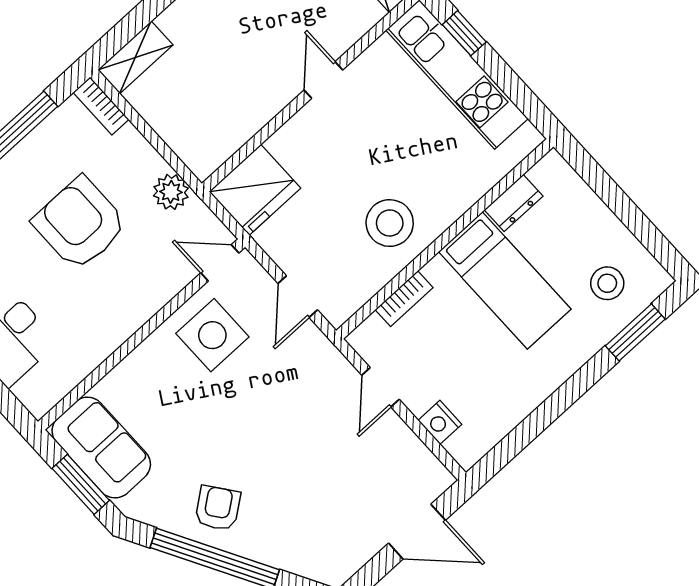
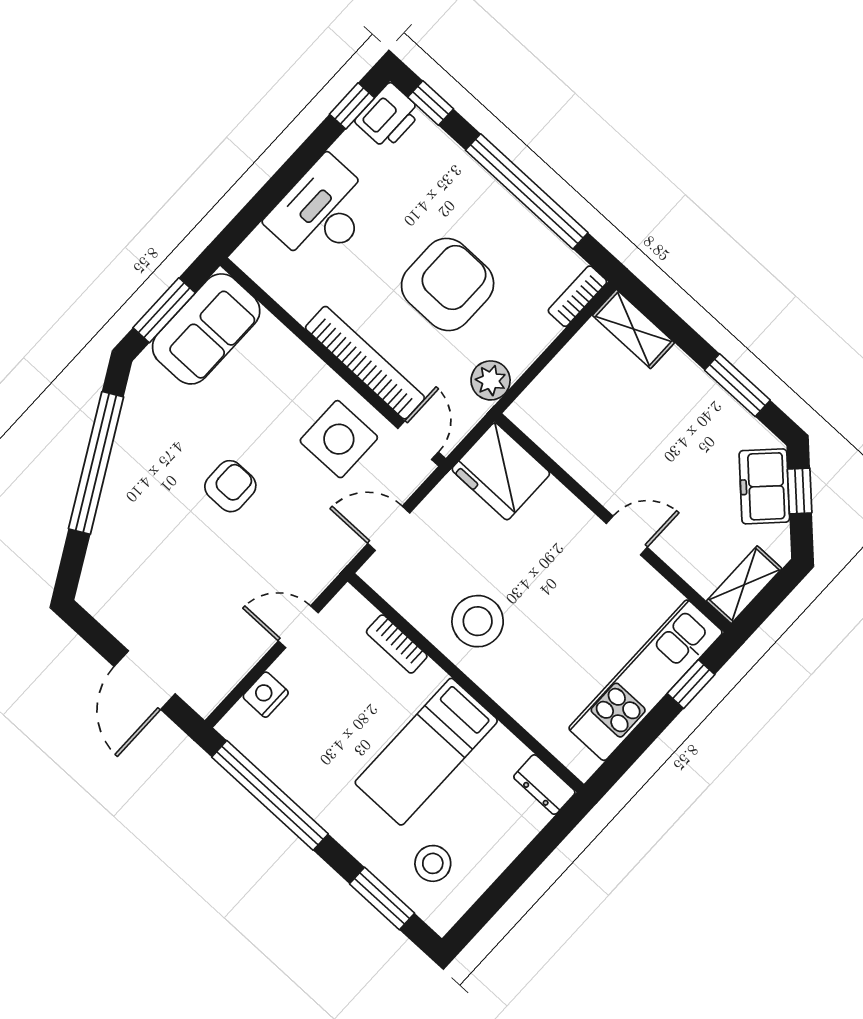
dresser: (514, 203) -> (544, 785), moved
bookcase: (145, 305) -> (365, 363), added
window: (532, 427) -> (270, 795), added
armchair: (218, 508) -> (230, 486), moved, turned -53

